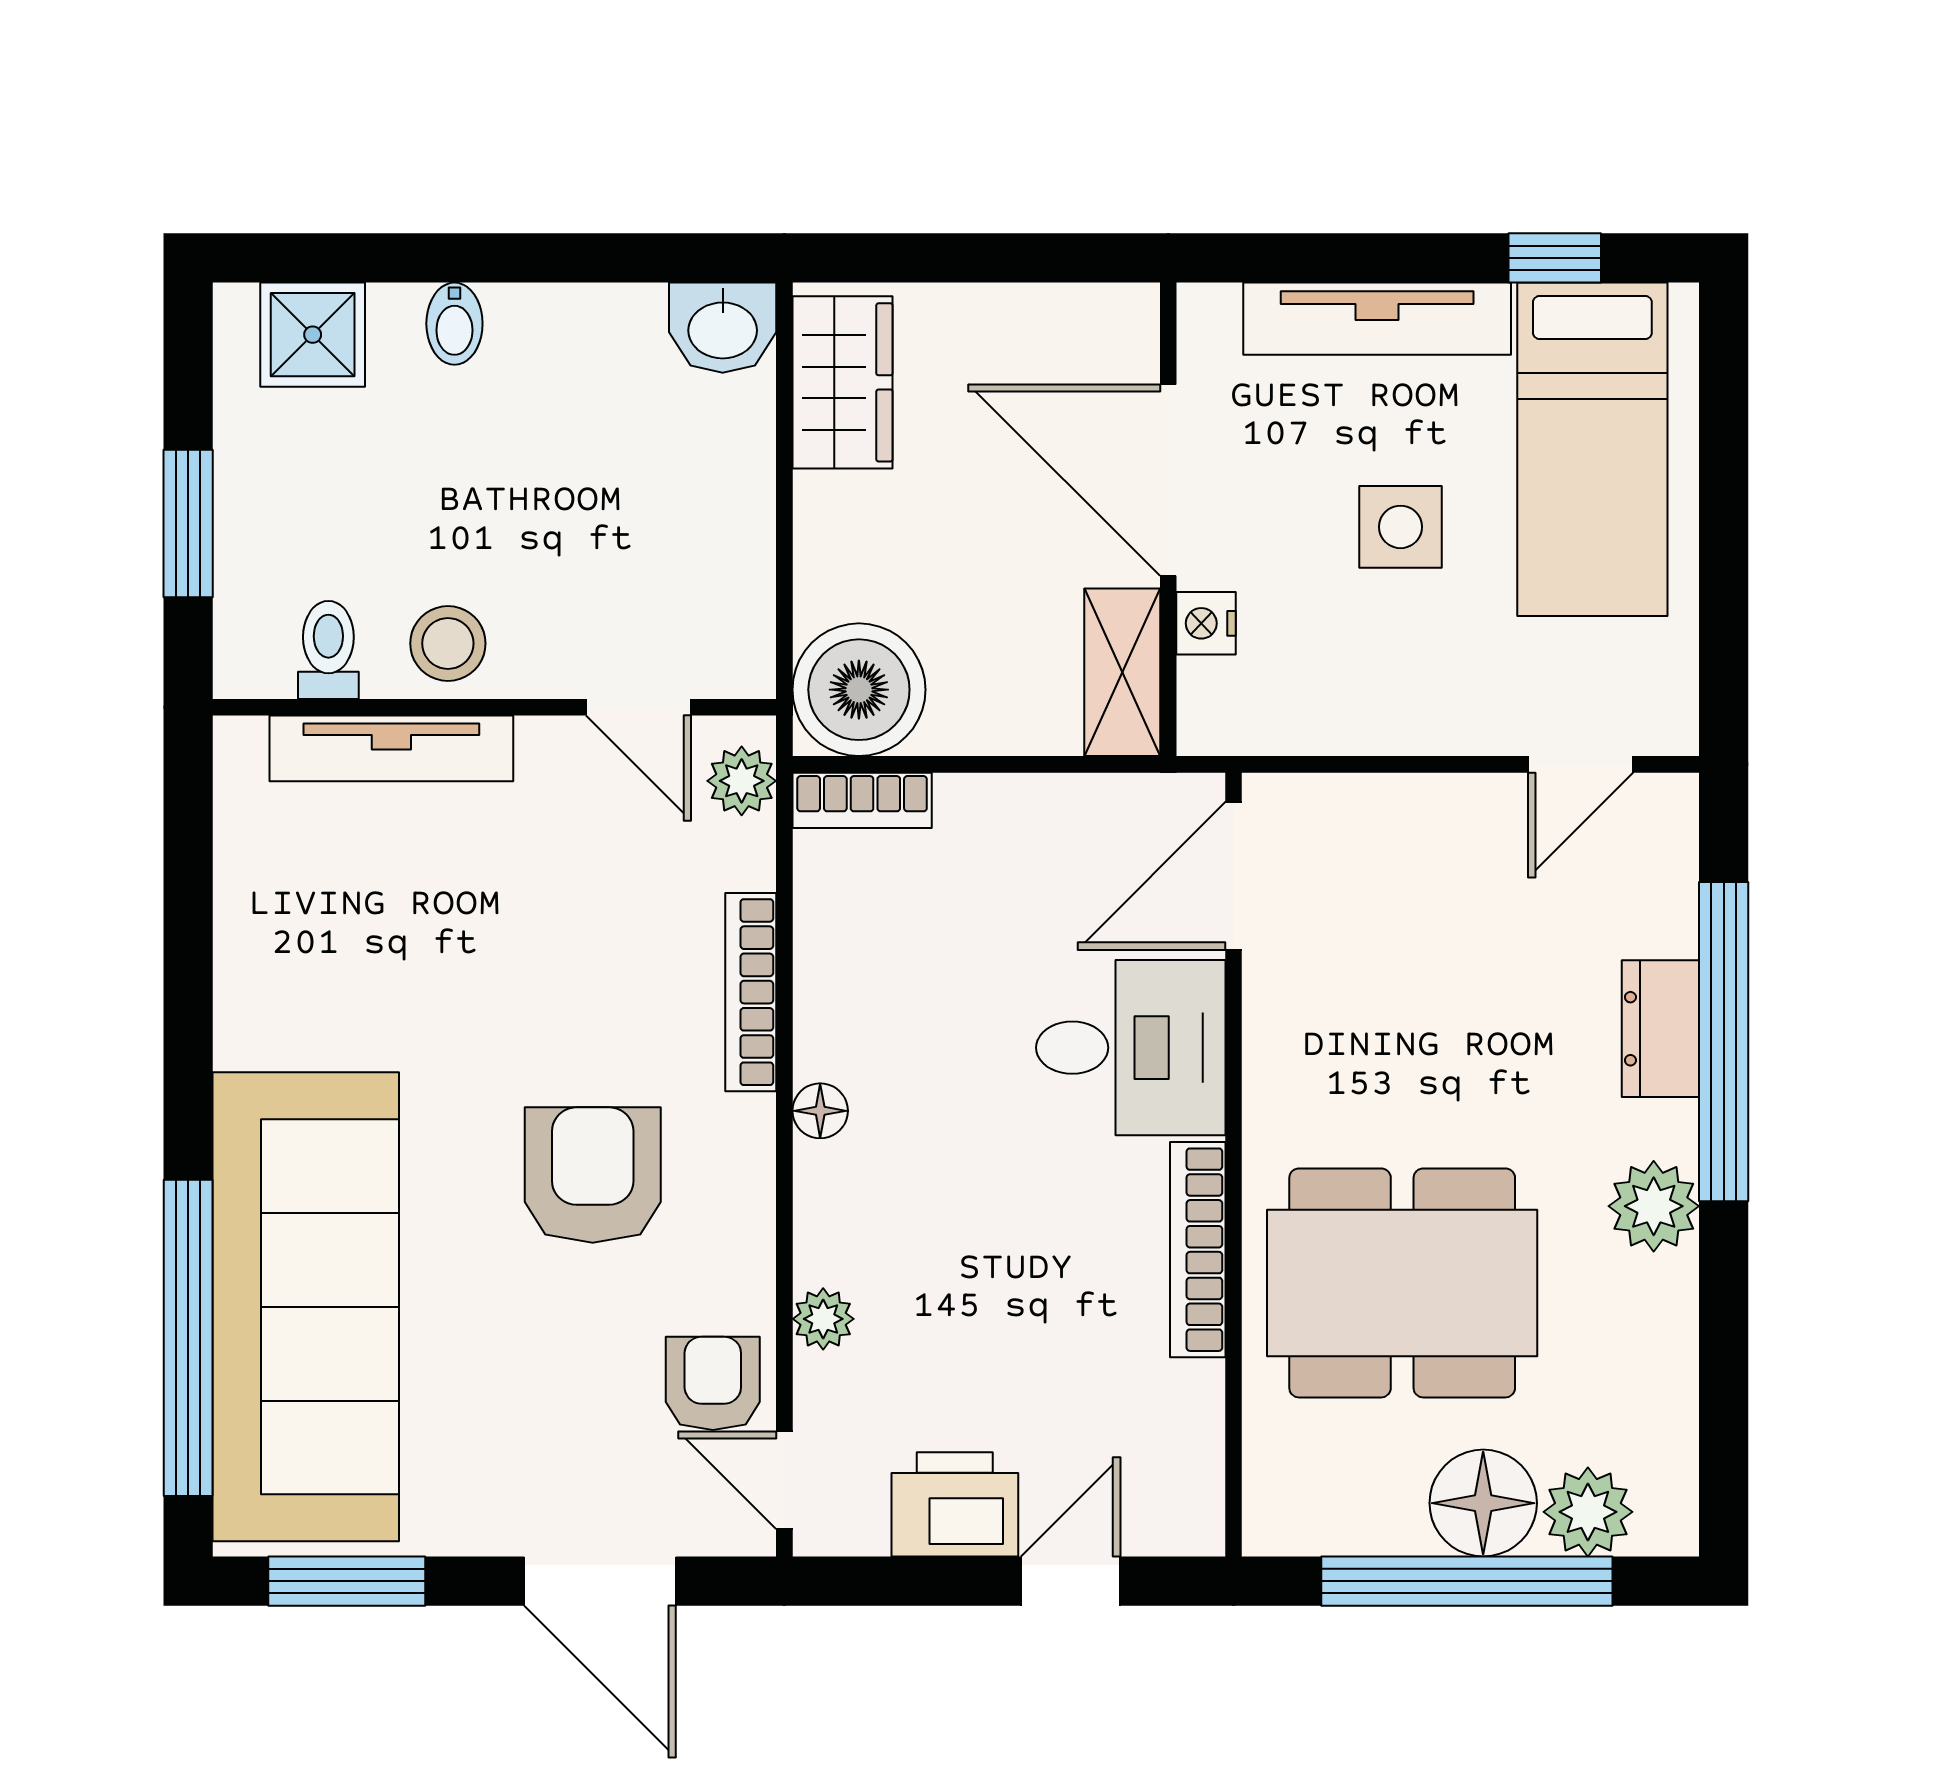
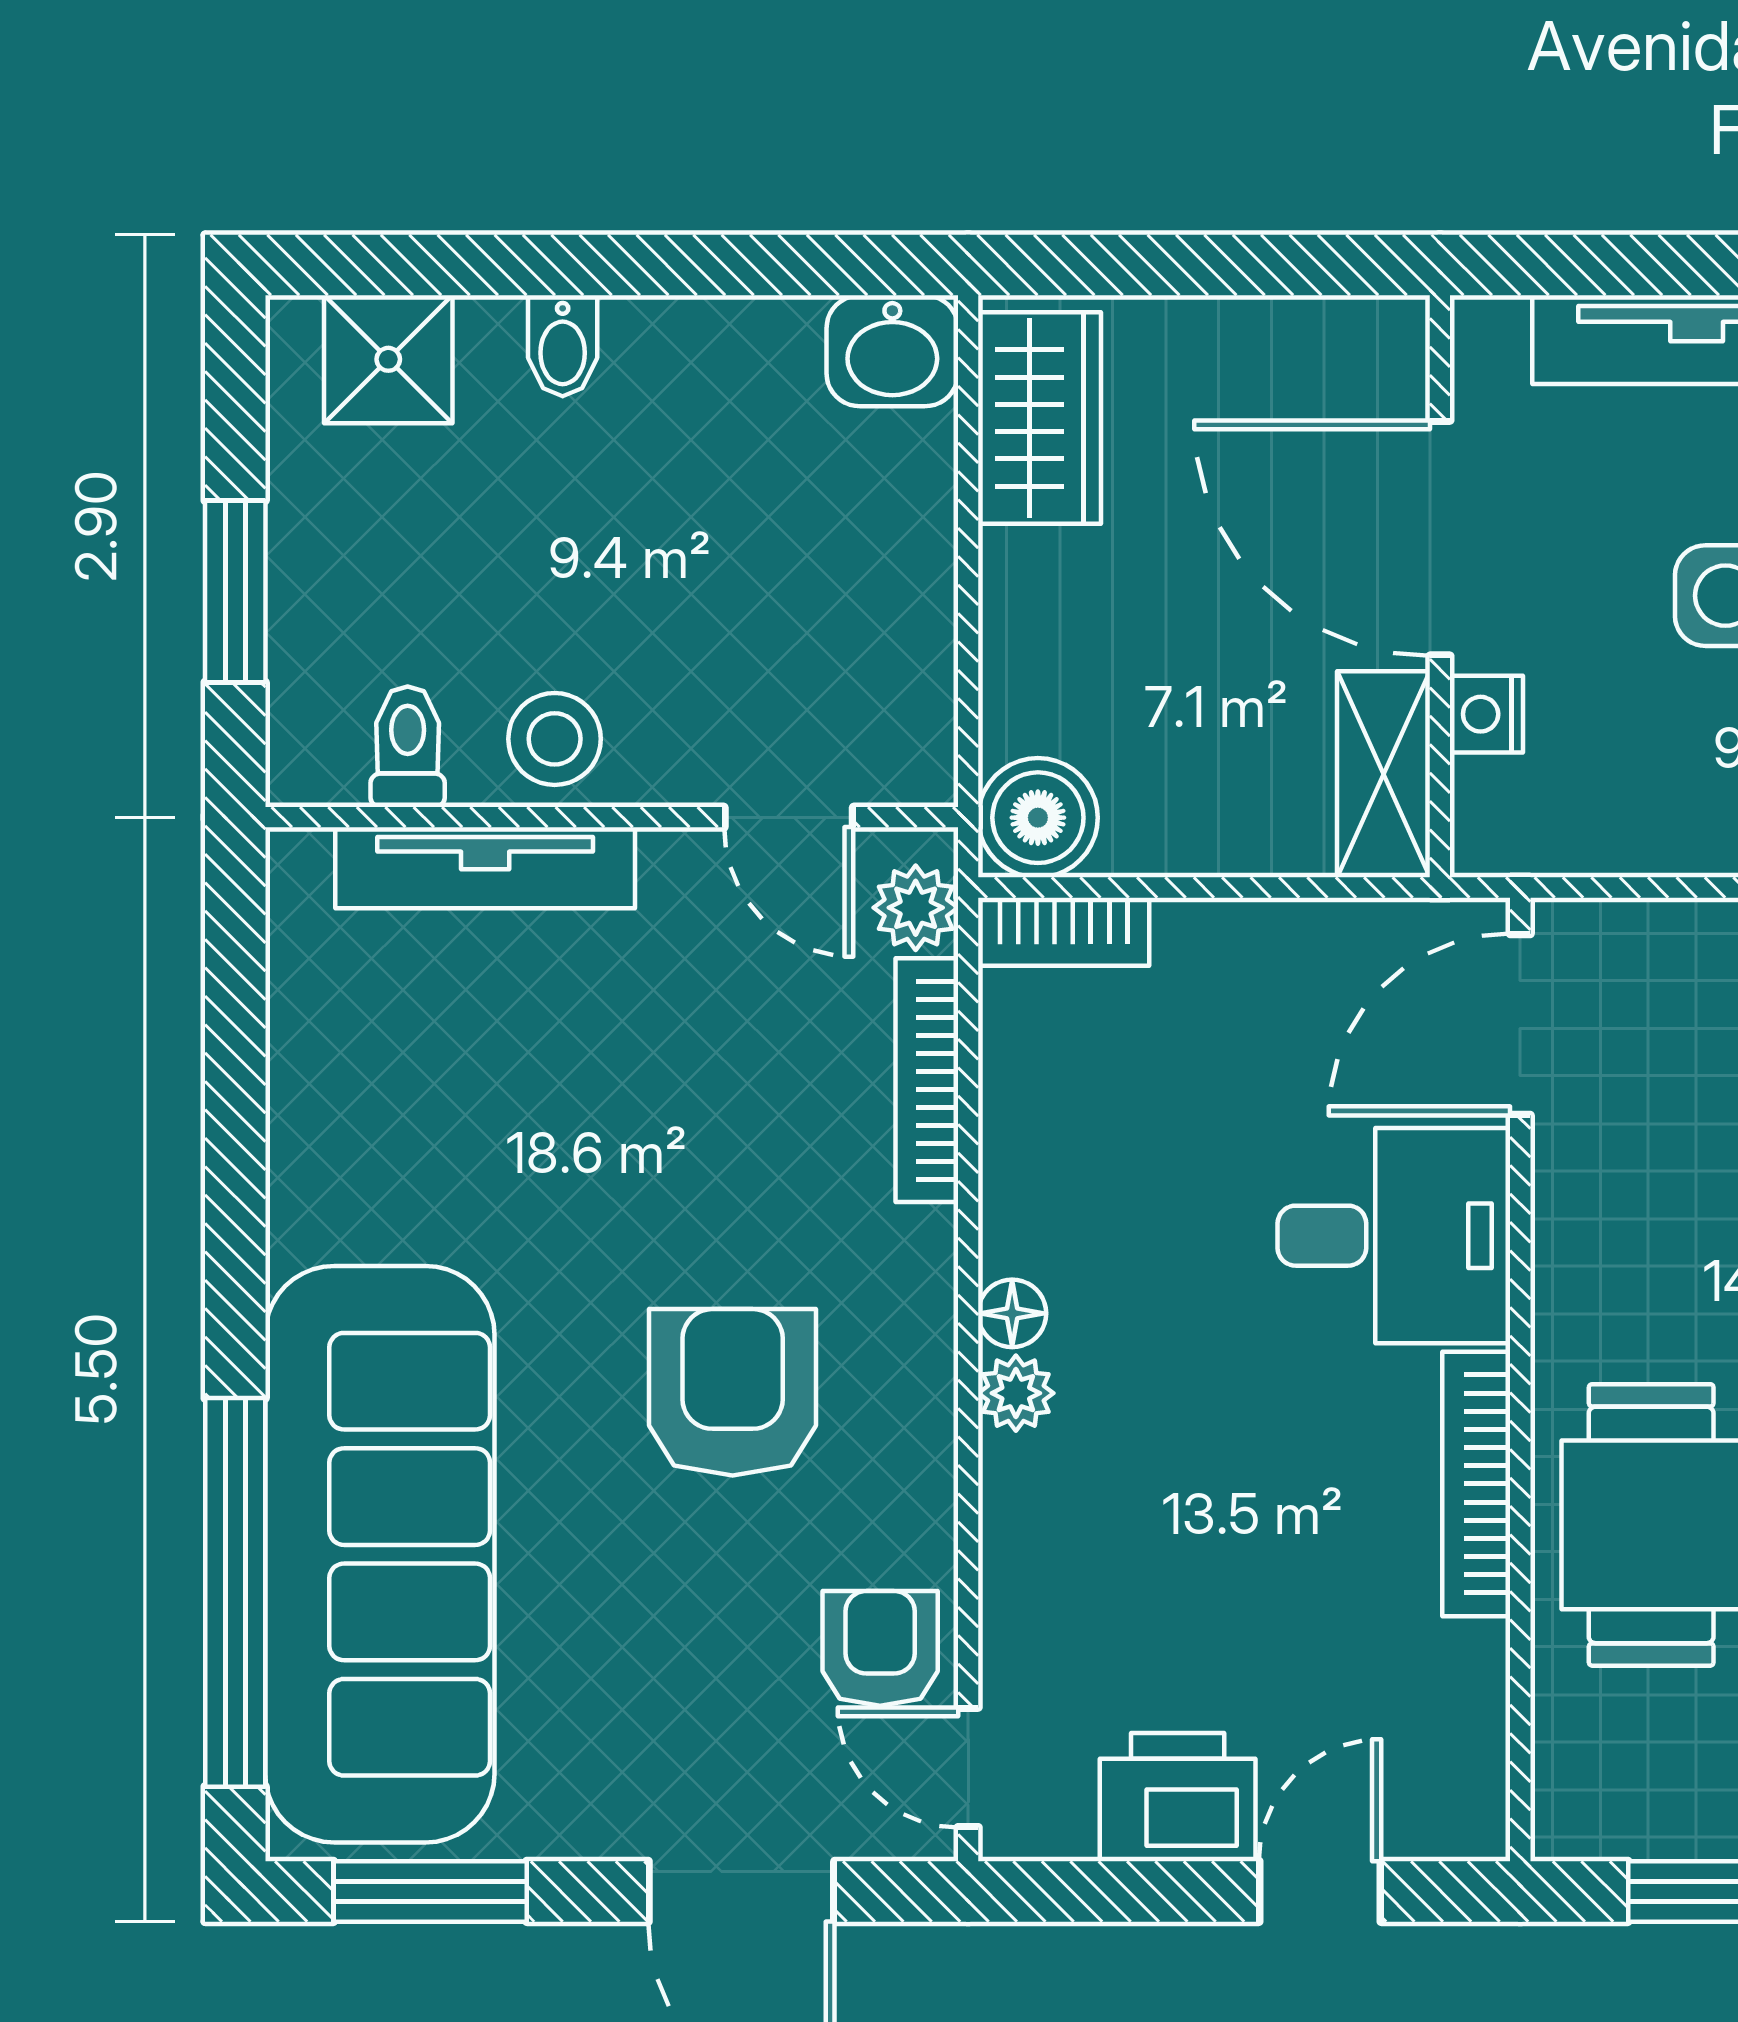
boiler: (859, 690) -> (1038, 818), width x0.73, depth x0.73
bookcase: (751, 992) -> (927, 1080), moved
plant: (823, 1319) -> (1016, 1393), moved

